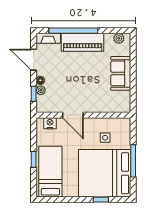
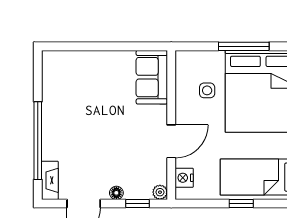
plant: (119, 38) -> (50, 69), removed
piano: (83, 42) -> (56, 126), removed
sofa: (121, 73) -> (152, 77), moved, turned 90
plant: (41, 90) -> (160, 192), moved

